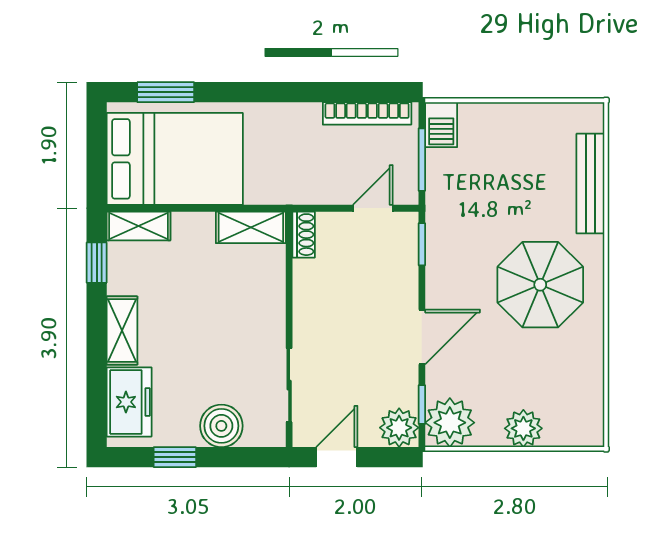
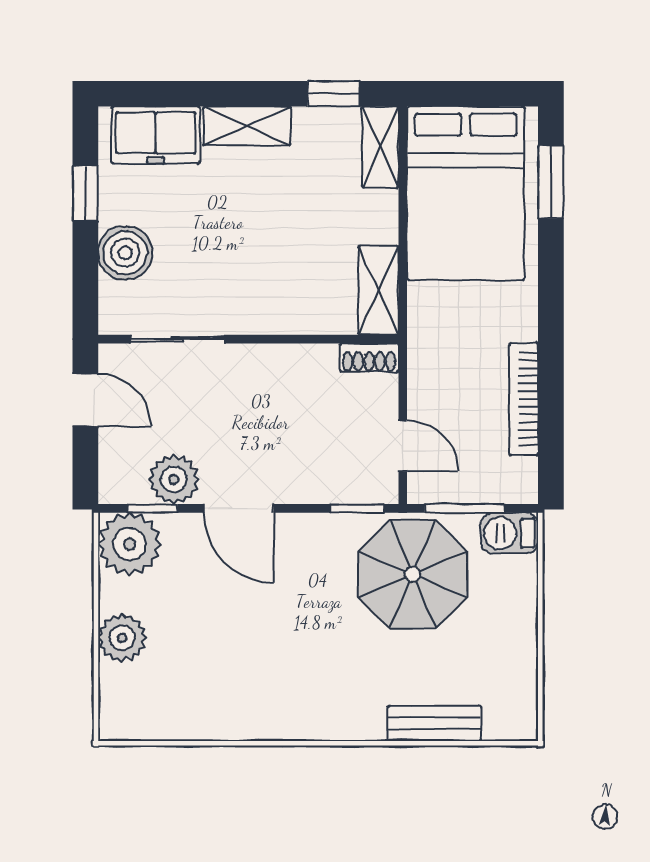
bookcase: (367, 113) -> (524, 399), moved
bench: (590, 184) -> (434, 723), width x0.73
parasol: (540, 285) -> (413, 574), moved
plant: (399, 428) -> (174, 479), moved

